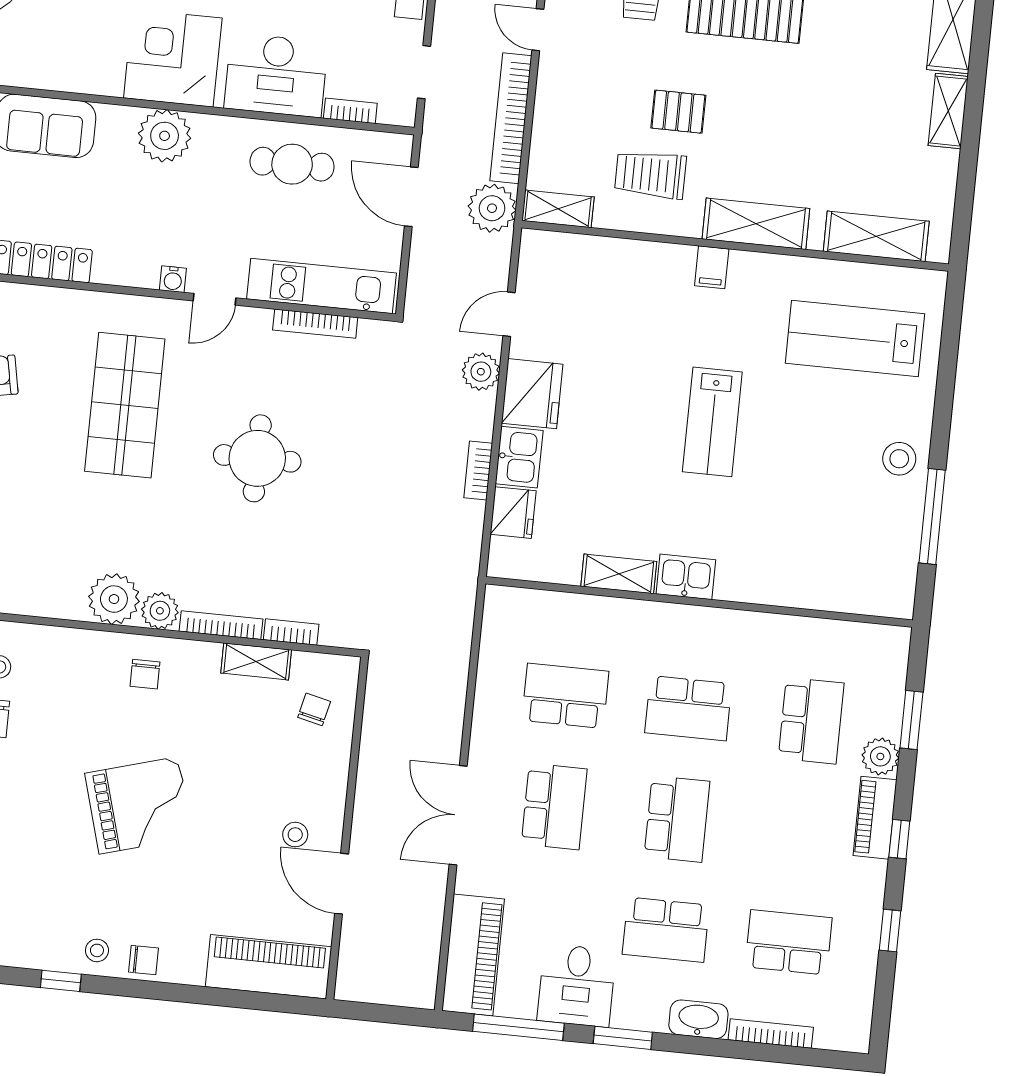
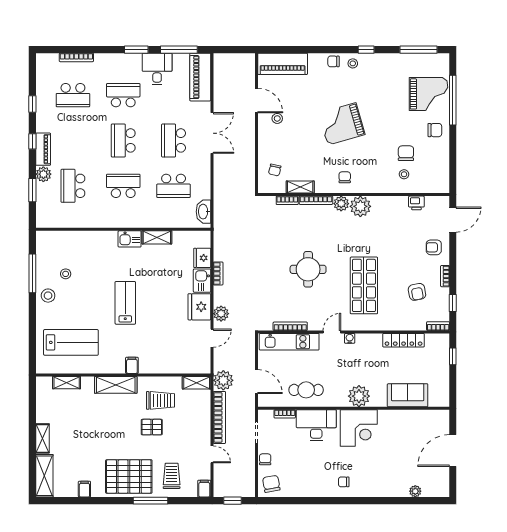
shelving: (876, 236) -> (67, 383), width x0.67, depth x0.75
stool: (851, 507) -> (66, 274), added
washbasin: (698, 1019) -> (203, 212), moved, turned 90

